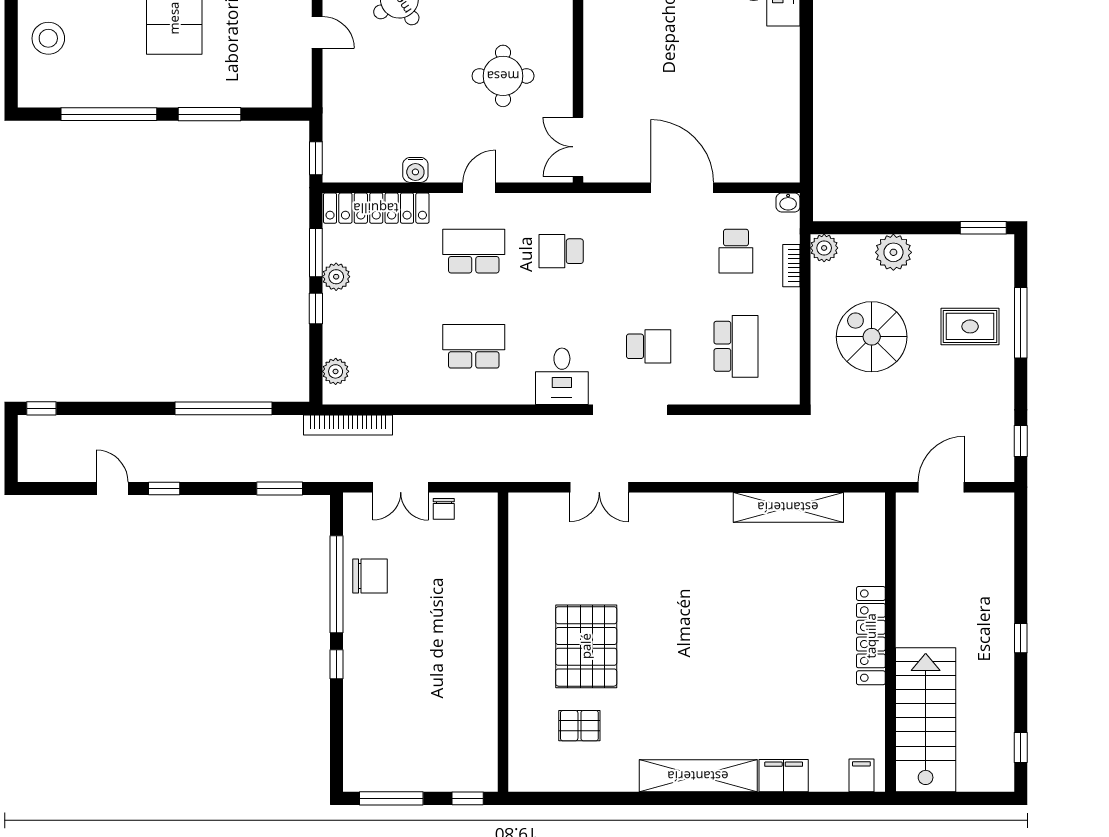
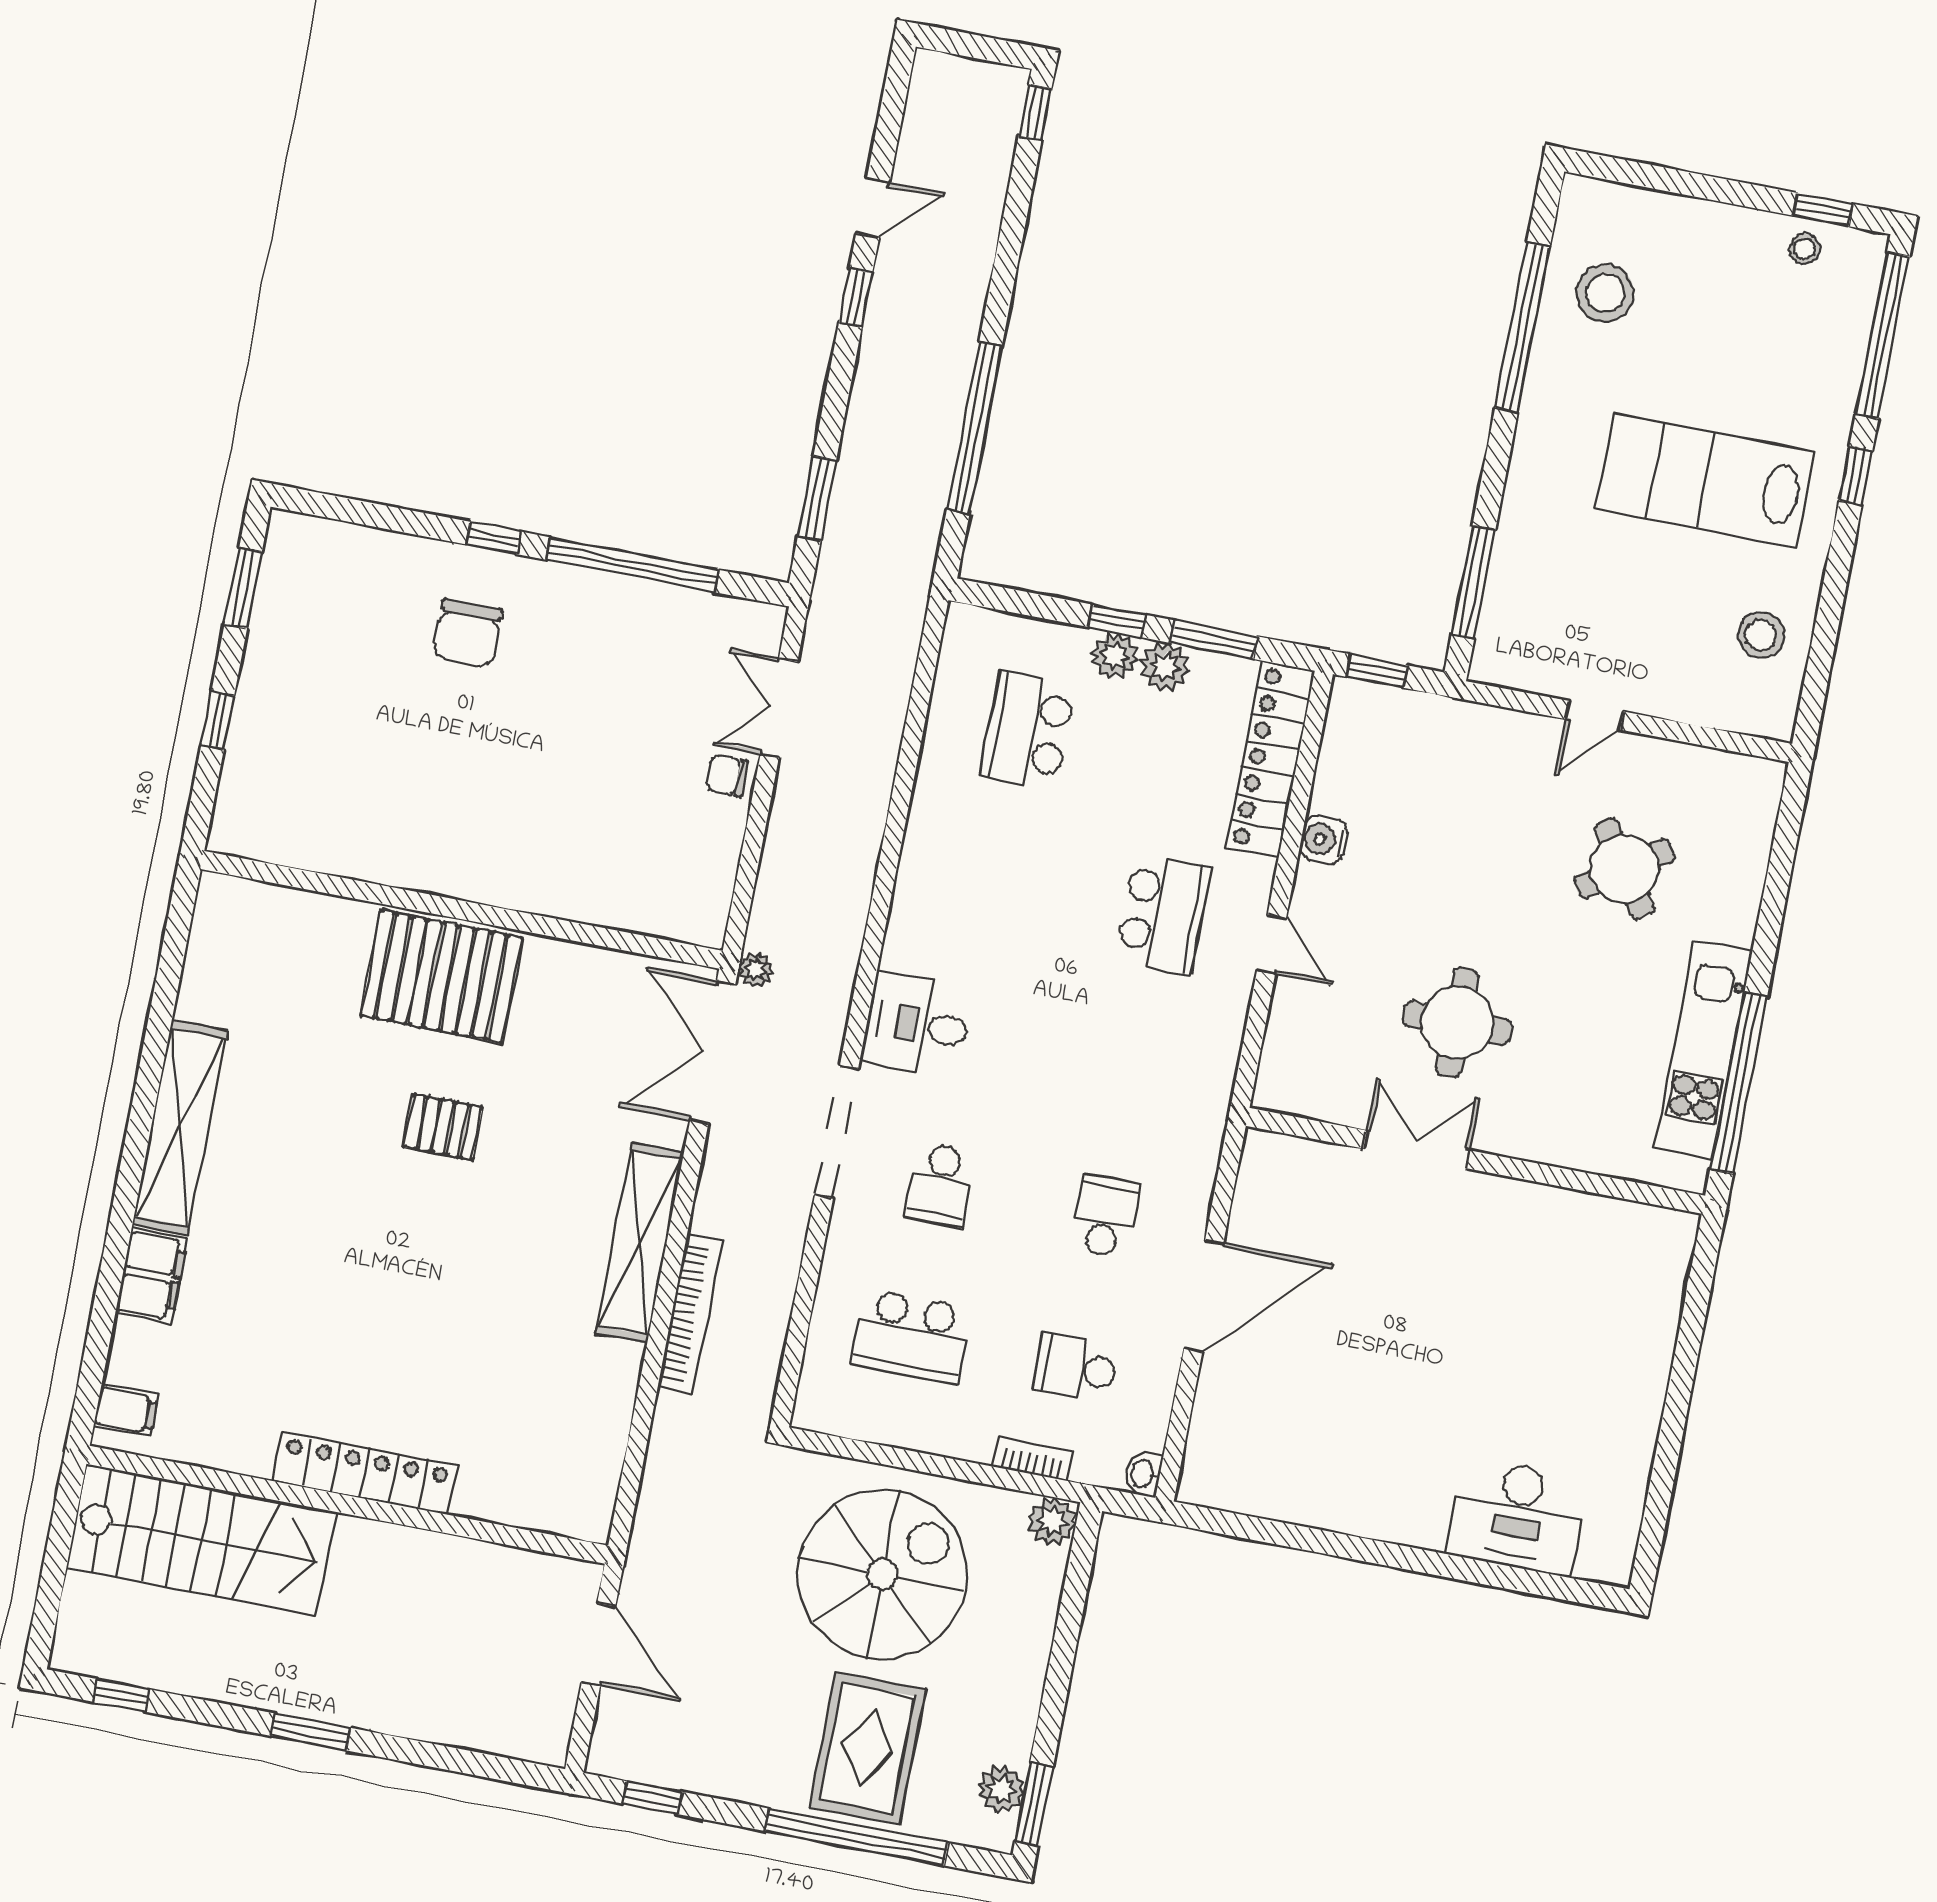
stool: (48, 38) -> (1605, 293), moved
window: (209, 114) -> (1473, 582), moved
double door: (578, 147) -> (1416, 1149), moved
school desk: (561, 251) -> (1105, 1216), moved
plant: (893, 252) -> (1001, 1789), moved, width x0.73, depth x0.73
window: (1021, 323) -> (857, 1837), width x1.46
rug: (970, 326) -> (867, 1748), width x1.36, depth x1.43
spiral stairs: (872, 337) -> (882, 1574), width x1.37, depth x1.37
school desk: (474, 346) -> (1028, 730), moved, turned 180
plant: (336, 371) -> (1115, 656), moved
bookcase: (348, 425) -> (690, 1313), moved, turned 180
plant: (549, 472) -> (756, 969), added
double door: (599, 487) -> (713, 1052), width x1.37
shelving: (788, 507) -> (640, 1243), moved
chair: (370, 576) -> (468, 633), moved
window: (1021, 638) -> (311, 1732), width x1.50
wall: (503, 642) -> (462, 910), moved
pallet: (579, 726) -> (443, 1127), moved, turned 90
window: (391, 798) -> (243, 588), width x0.69

